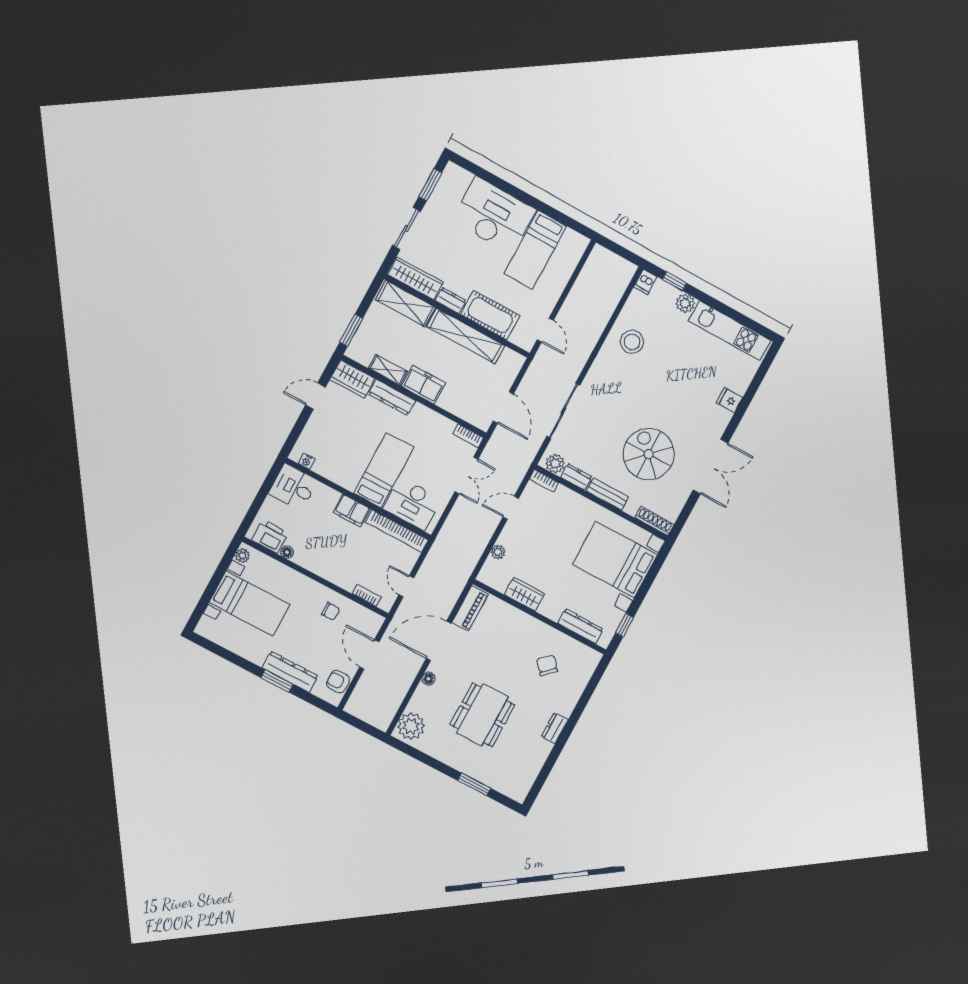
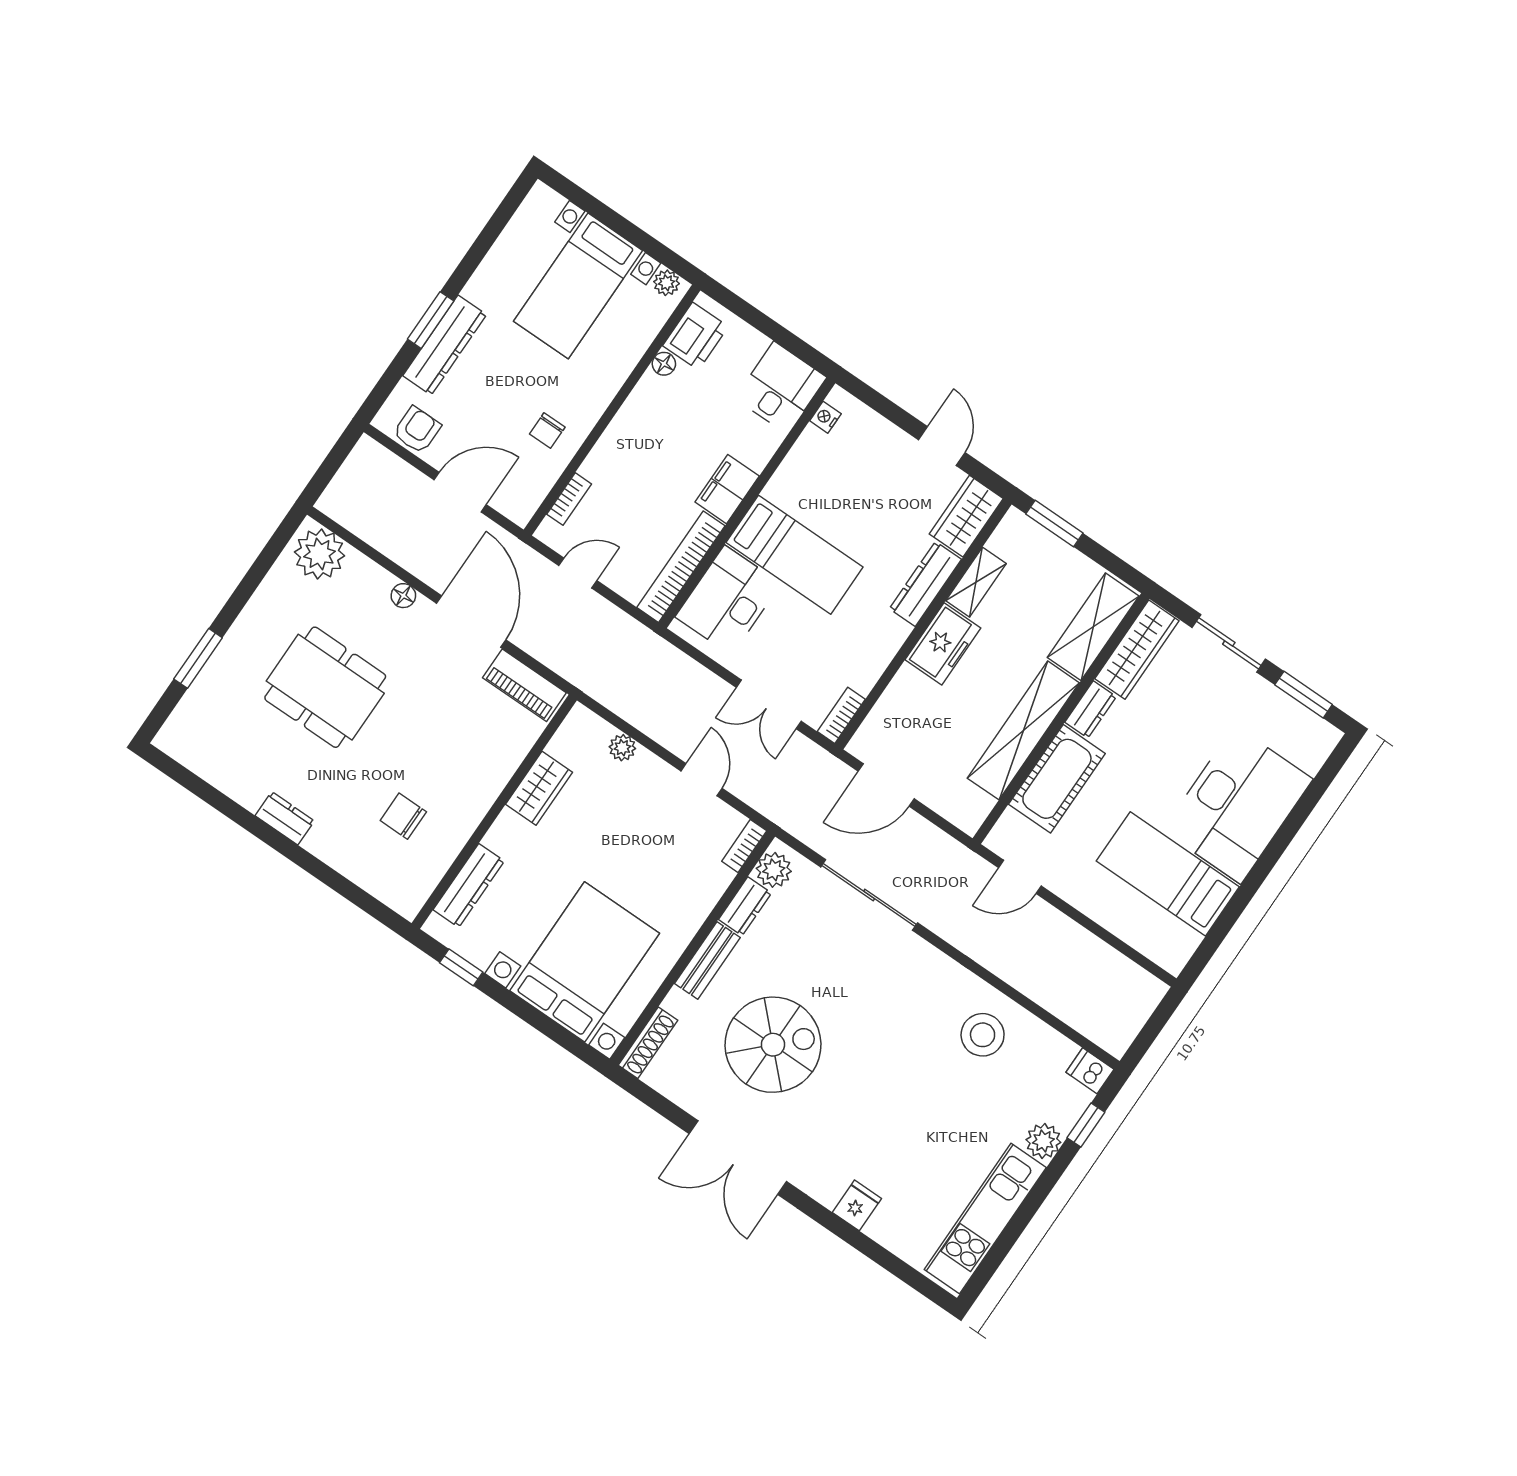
chair: (547, 665) -> (403, 816), turned -138

